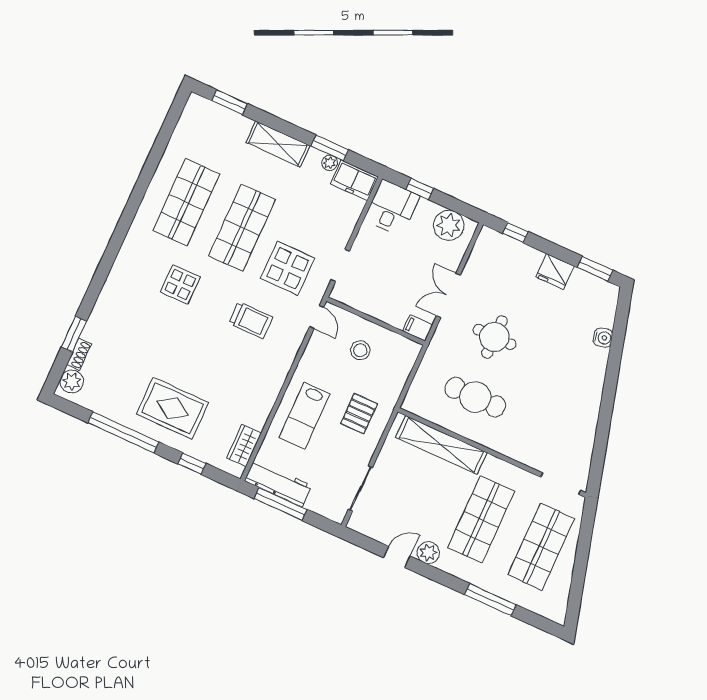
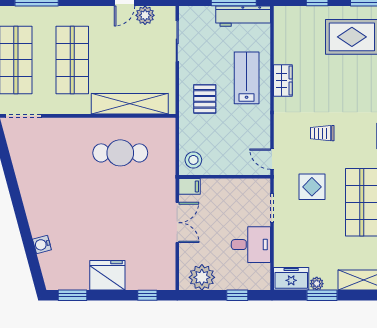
desk: (392, 208) -> (251, 245), moved, turned -90
display table: (288, 268) -> (312, 187), width x0.73, depth x0.73
fridge: (555, 271) -> (107, 275), width x1.36, depth x1.34
trolley: (251, 320) -> (322, 133), width x0.73, depth x0.72
round table: (494, 337) -> (127, 207), removed
stool: (360, 350) -> (193, 160), moved
wardrobe: (244, 446) -> (283, 80), moved
plant: (428, 553) -> (145, 15), moved

